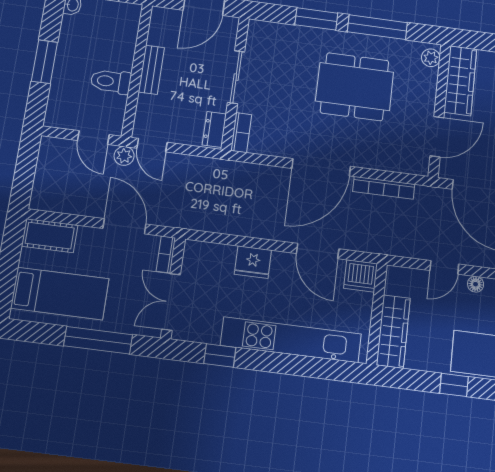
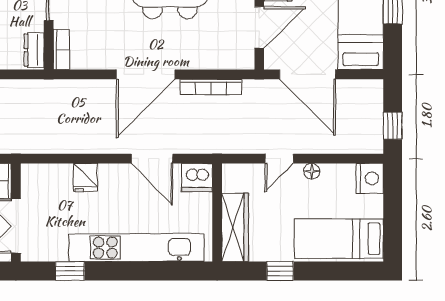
fridge: (253, 262) -> (85, 178), width x0.72
window: (454, 385) -> (280, 271), moved

